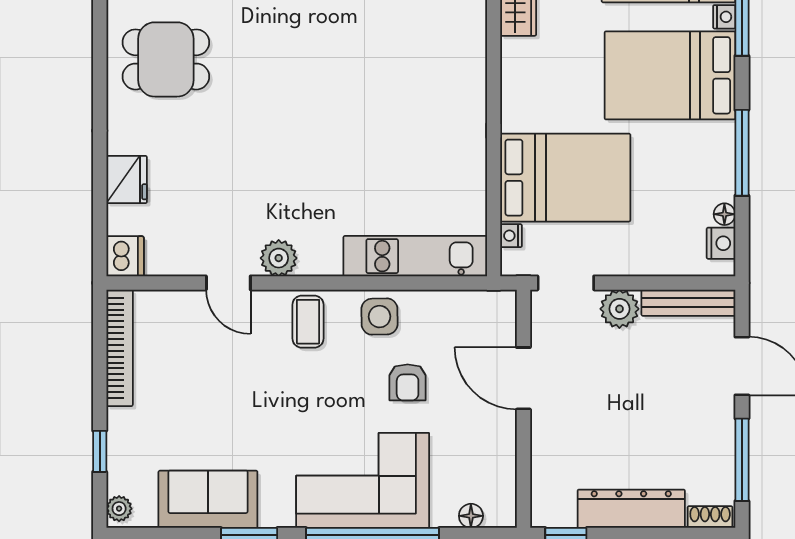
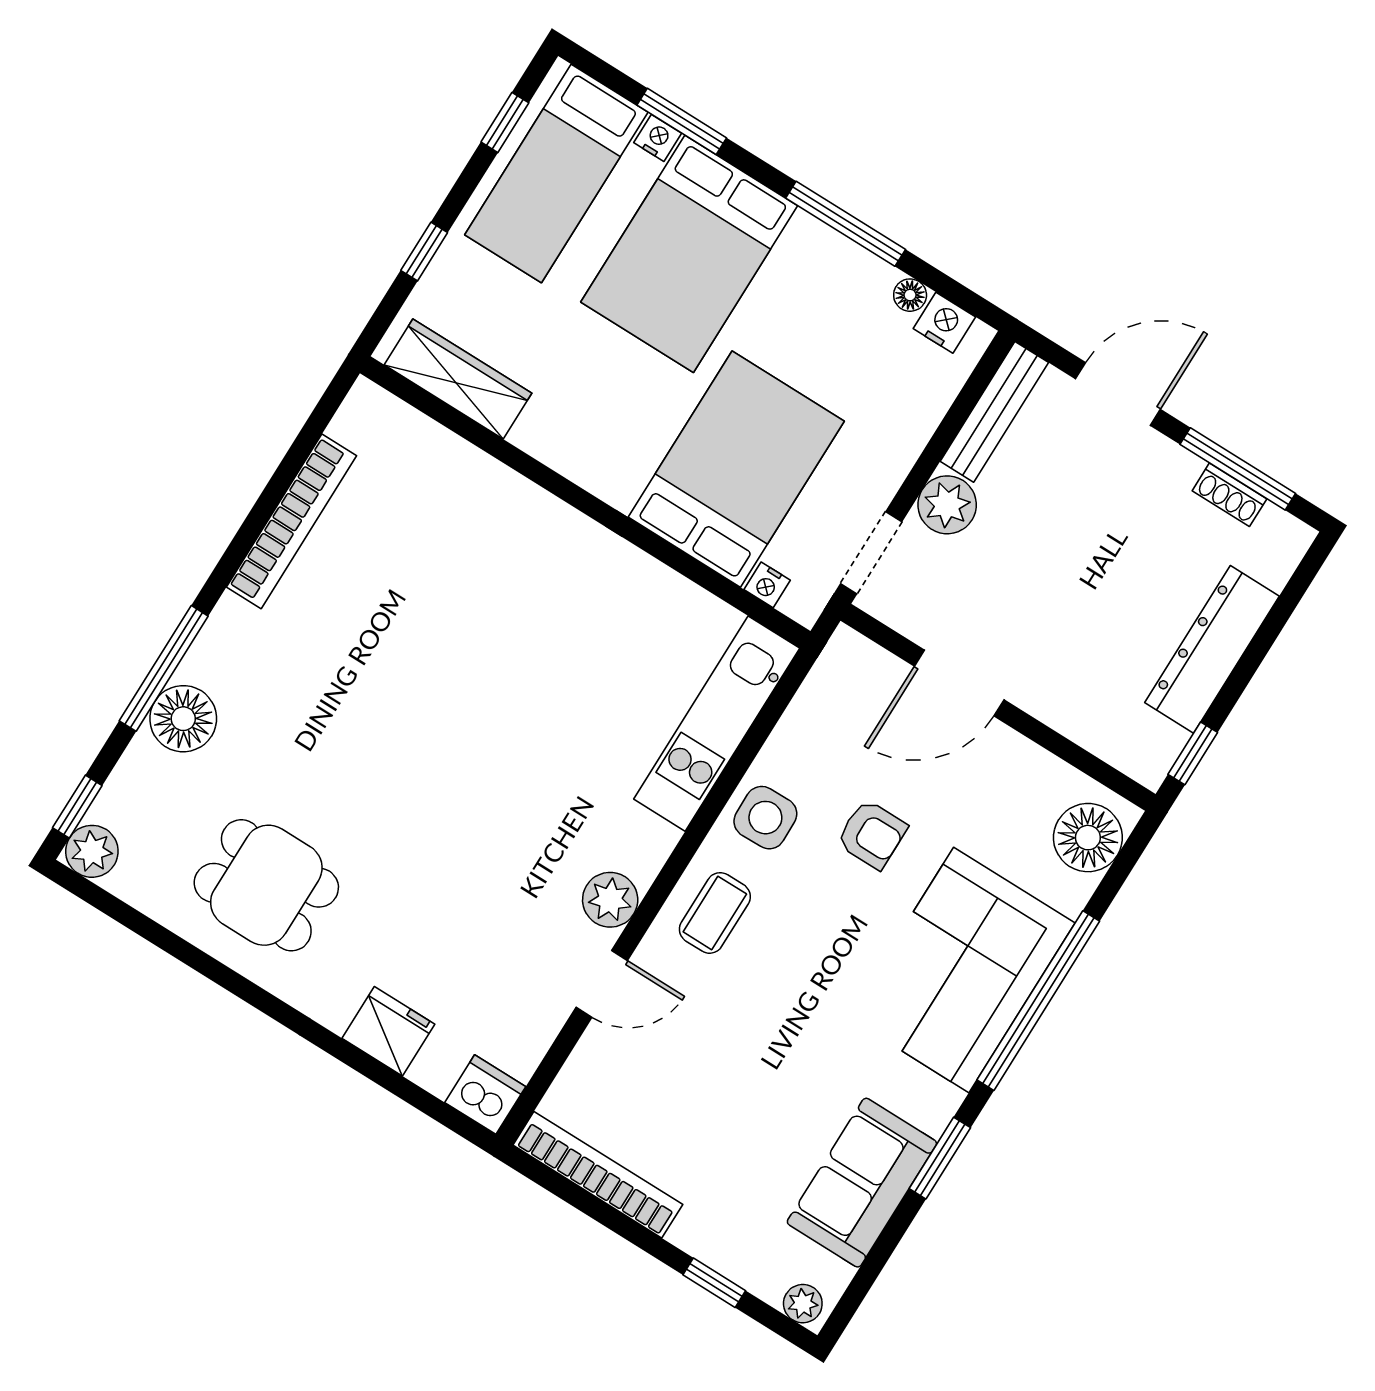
dining table: (166, 59) -> (266, 885), turned 90
coffee table: (308, 322) -> (715, 913), turned 90
floor lamp: (471, 516) -> (1088, 838), width x1.89, depth x1.89
shoe rack: (710, 517) -> (1229, 495), moved, turned -90

